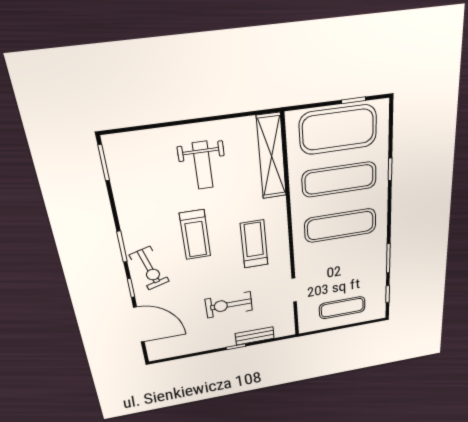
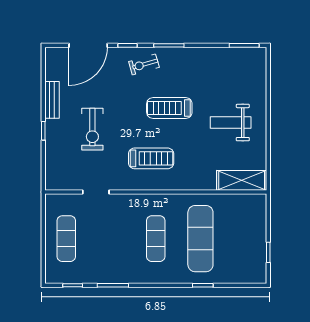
exercise mat: (338, 130) -> (245, 239), removed
shelving: (272, 156) -> (242, 180), width x0.68
exercise mat: (340, 225) -> (156, 239), width x0.73, depth x0.69
exercise bike: (149, 268) -> (144, 64), width x0.73, depth x0.72
exercise bike: (229, 305) -> (92, 129), turned 180
bench: (255, 336) -> (52, 100), moved

